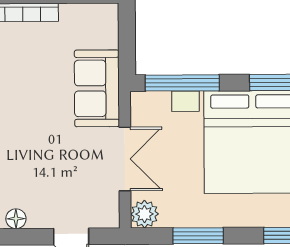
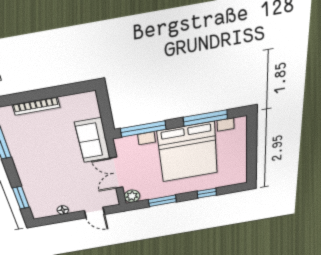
double door: (125, 159) -> (116, 173), swing flipped

